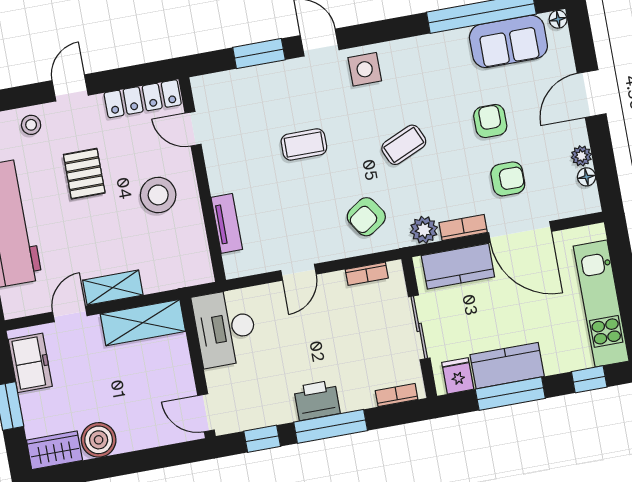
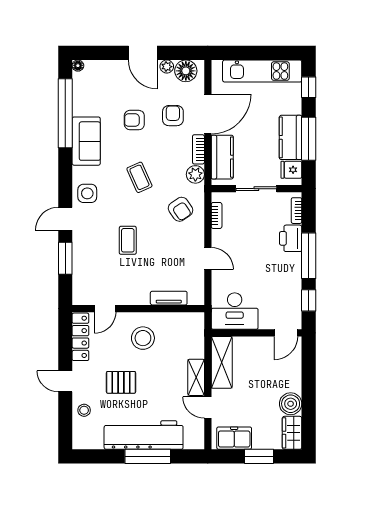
sofa: (508, 41) -> (86, 141), moved
door: (592, 94) -> (143, 53), moved
floor lamp: (587, 177) -> (186, 71), width x1.89, depth x1.89
printer: (317, 400) -> (291, 238), moved

